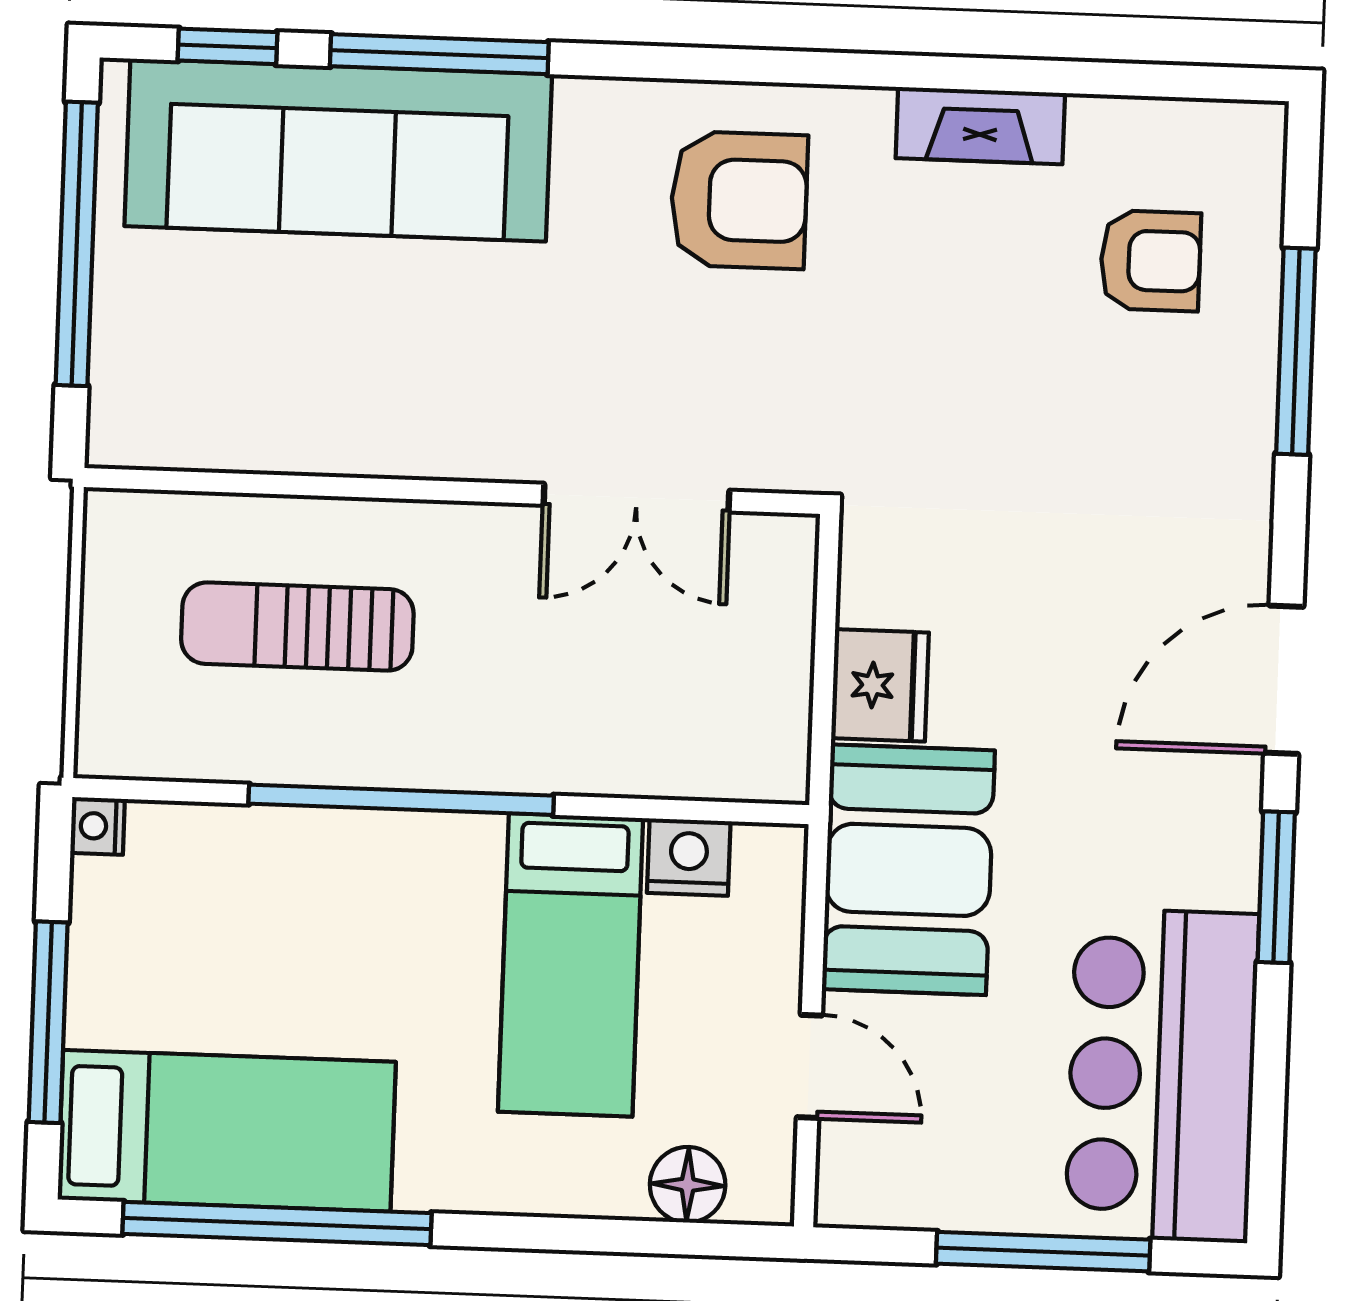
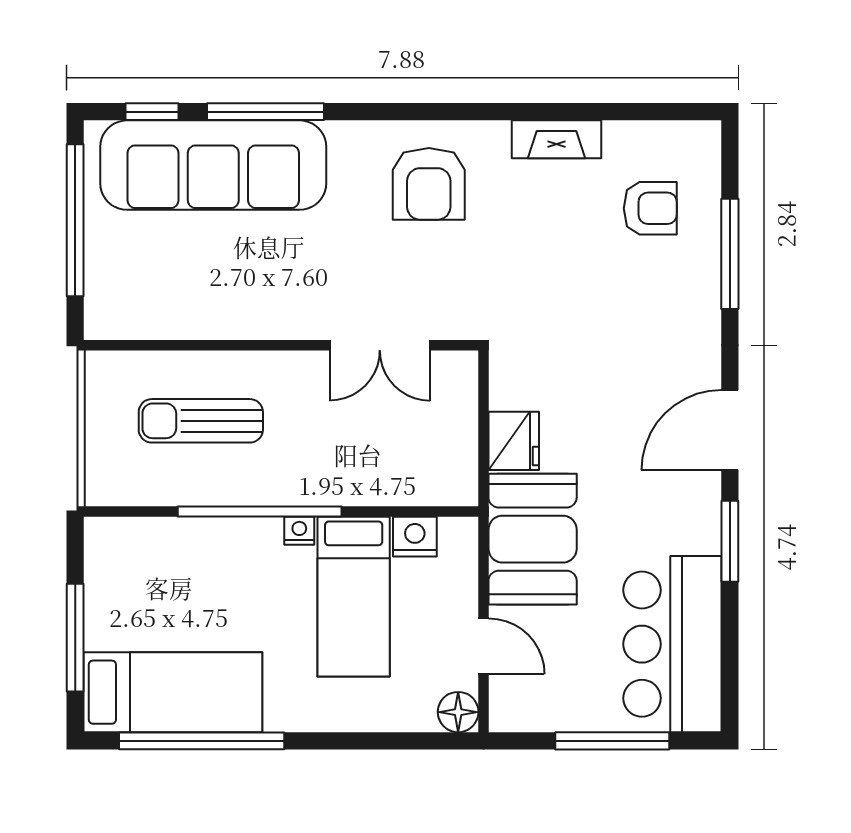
armchair: (739, 200) -> (429, 184), turned 90
nightstand: (98, 826) -> (299, 531), moved, turned 90
floor lamp: (688, 1185) -> (458, 712), moved

